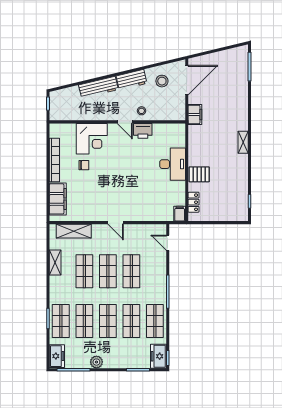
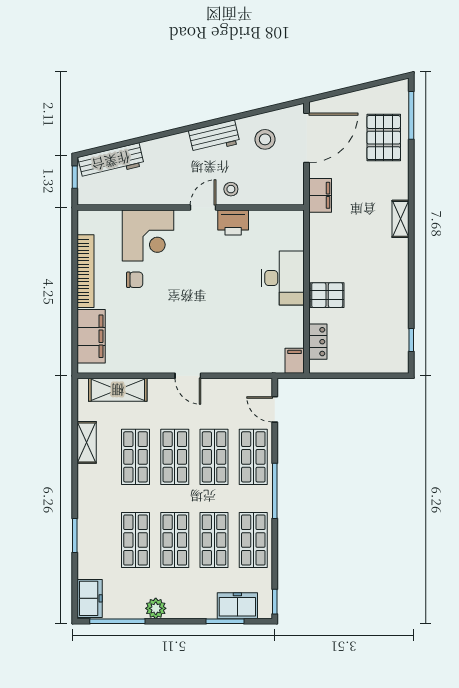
pallet: (233, 80) -> (384, 138), added
workbench: (98, 87) -> (111, 161), moved
door: (125, 122) -> (203, 208), swing flipped
shelving: (243, 142) -> (401, 219), moved
shop shelf: (61, 321) -> (253, 457), moved
freezer: (158, 356) -> (237, 606), moved, turned 90

